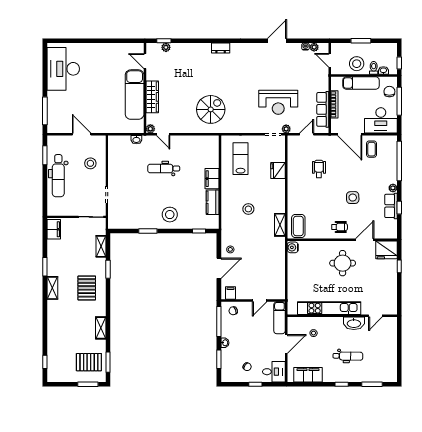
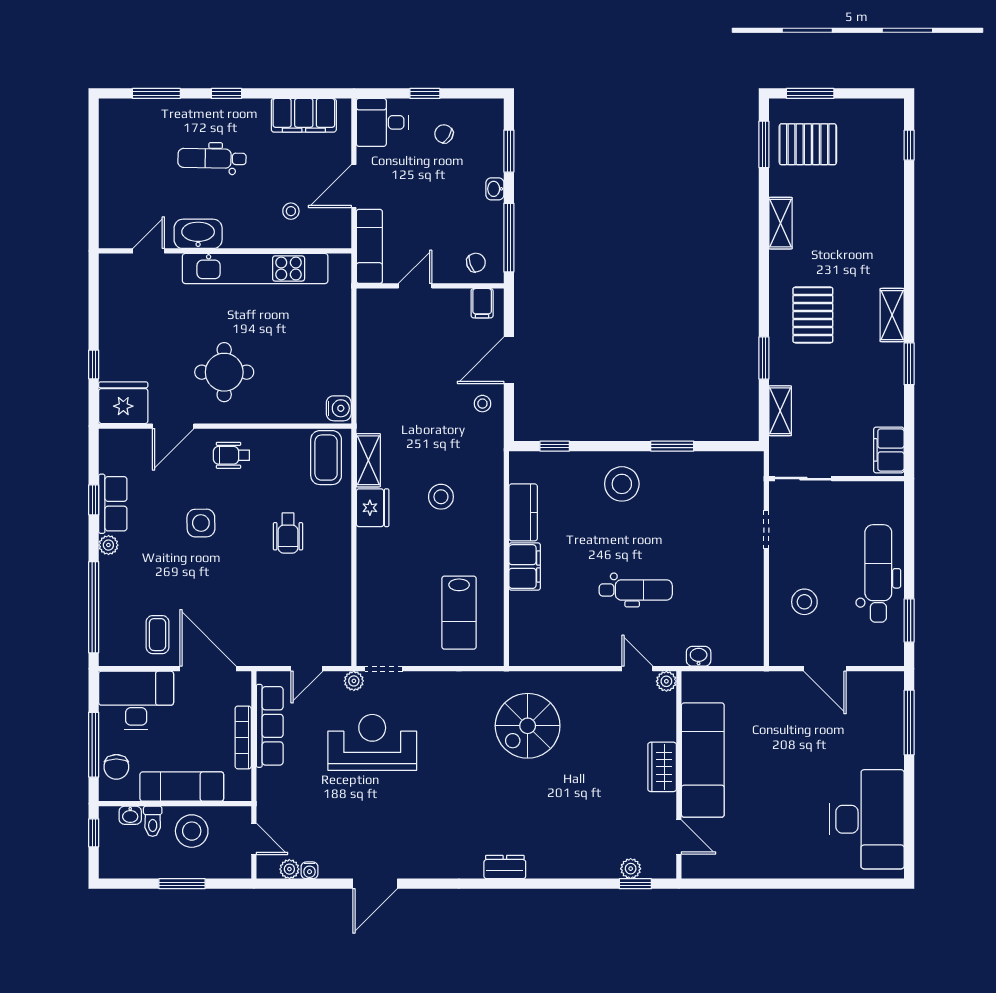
wardrobe: (152, 97) -> (662, 767), width x0.67
wheelchair: (319, 169) -> (288, 533), moved
fridge: (278, 170) -> (373, 508), moved

